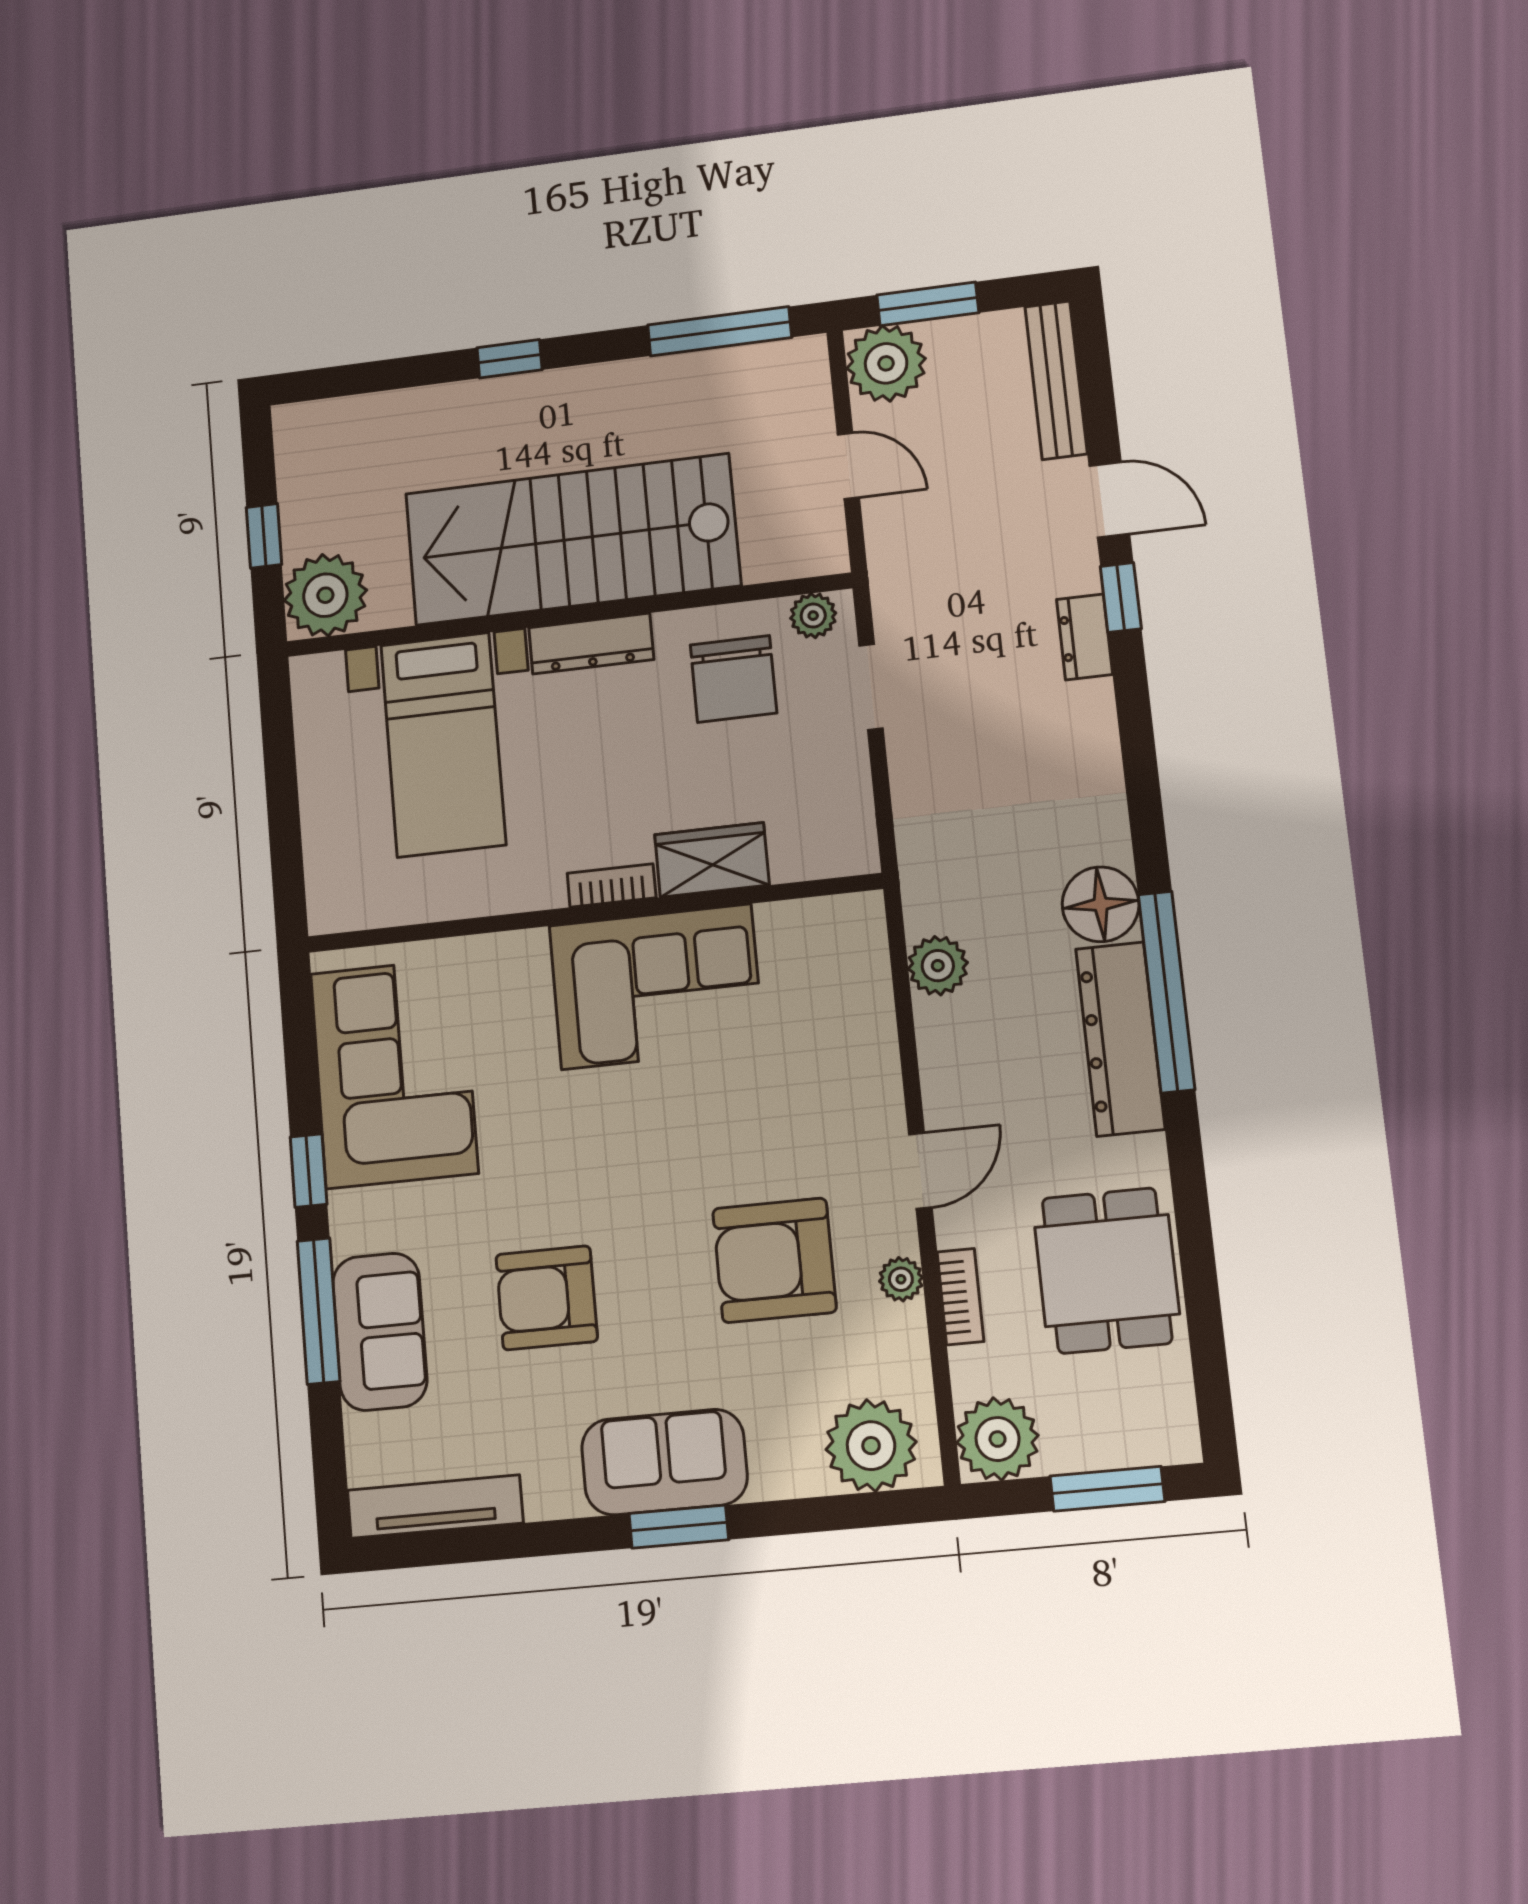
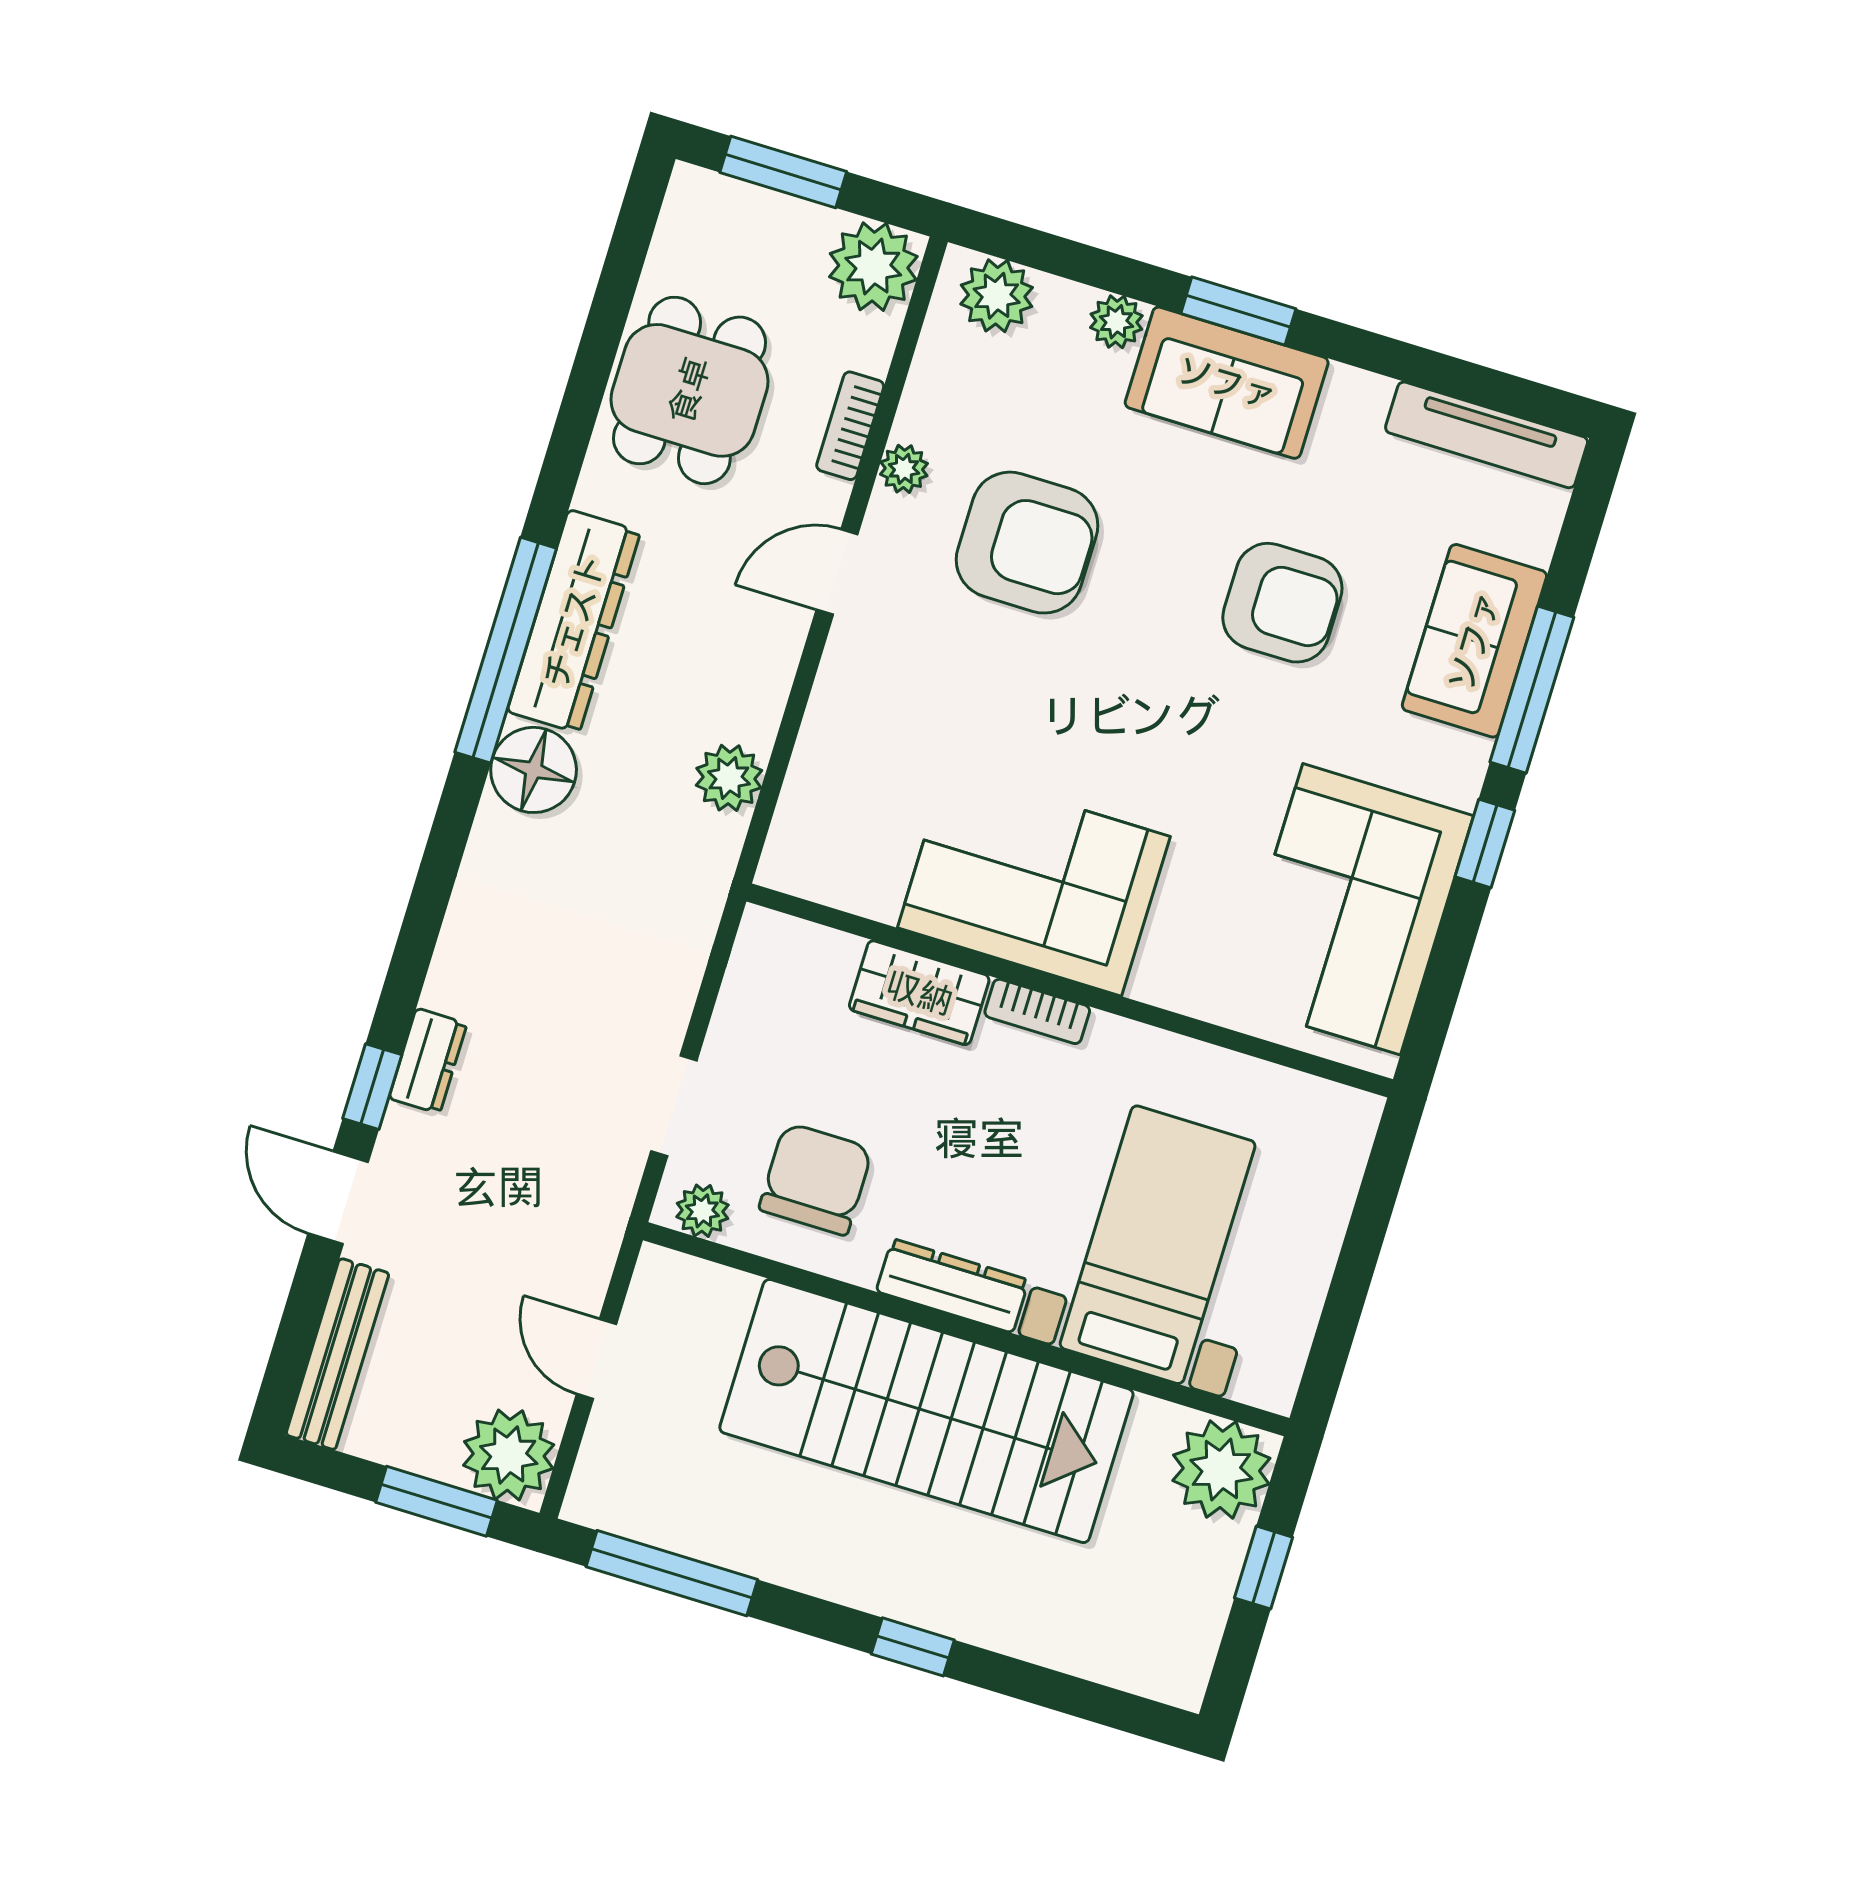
plant: (871, 1446) -> (997, 296), width x0.73, depth x0.73
plant: (776, 1476) -> (1116, 322), added

